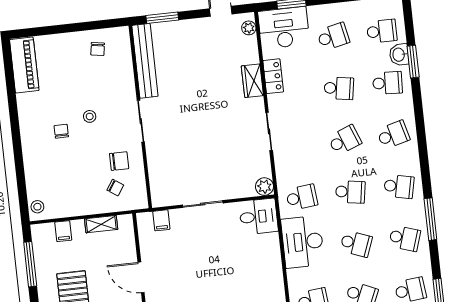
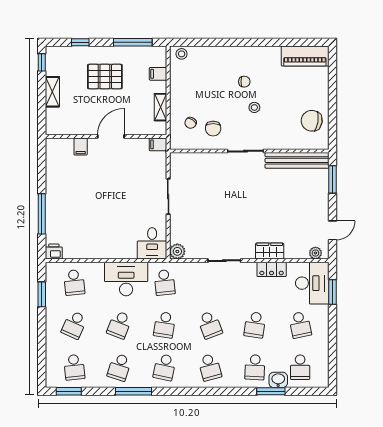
chair: (98, 49) -> (312, 121), width x1.87, depth x1.87
filing cabinet: (161, 220) -> (158, 144), moved

